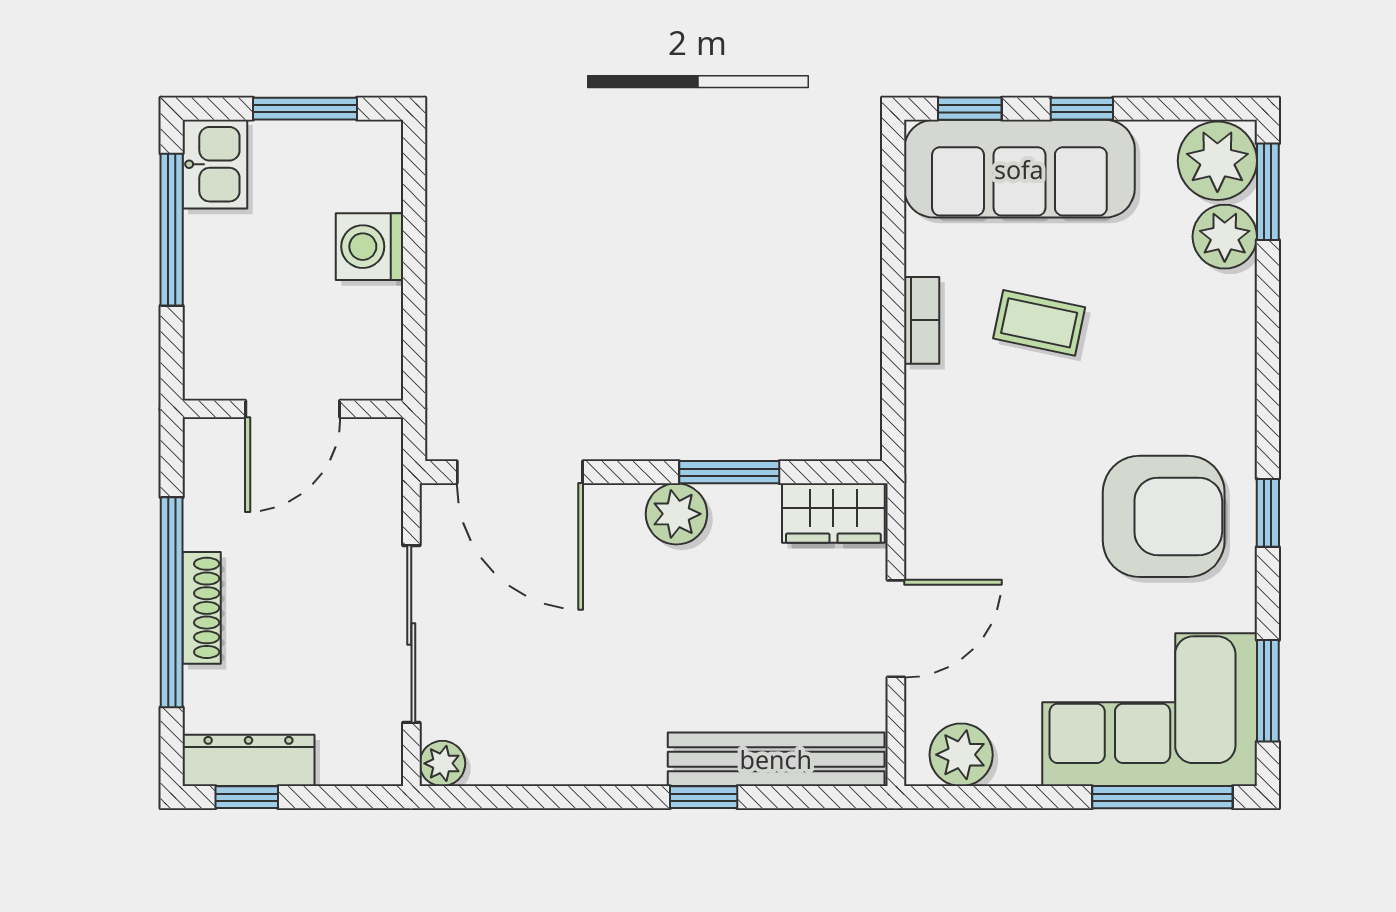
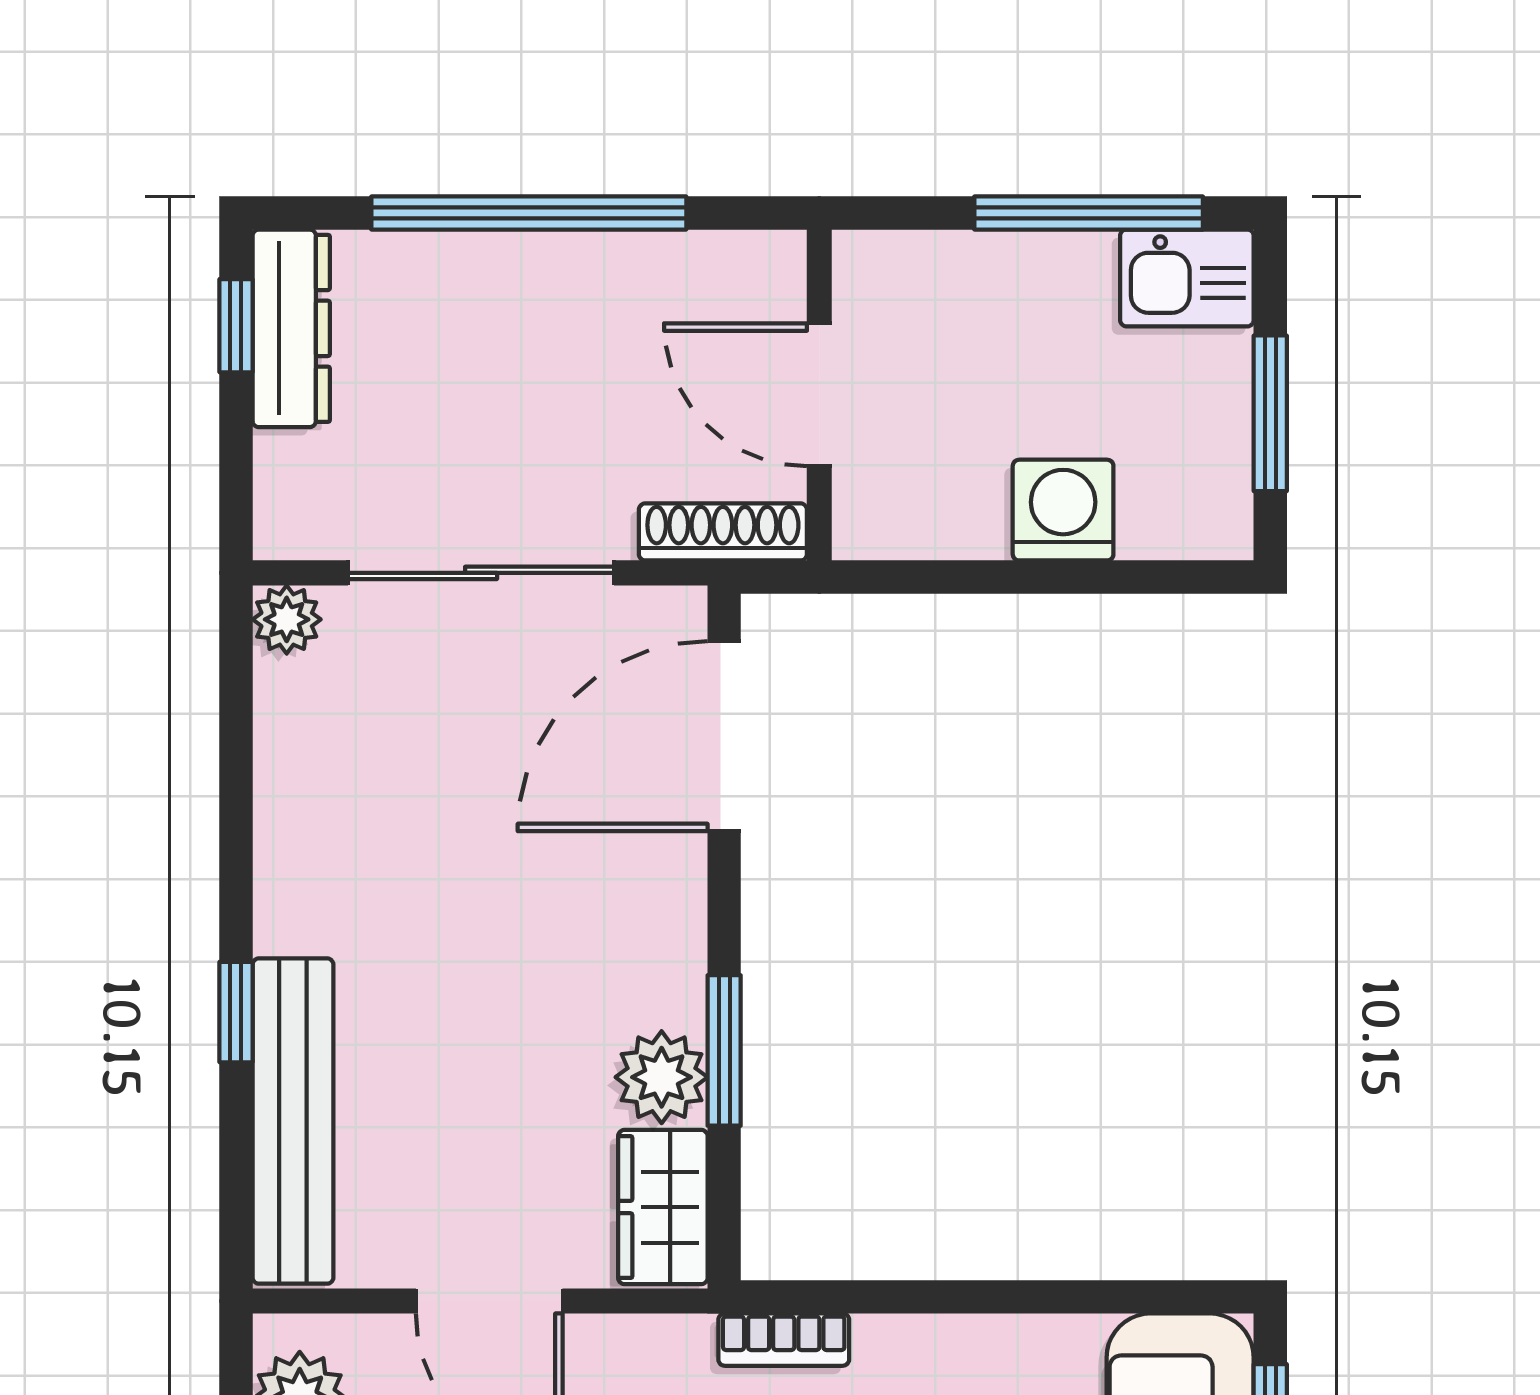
bookcase: (922, 320) -> (784, 1340), moved
plant: (676, 514) -> (662, 1077), moved
shoe rack: (202, 608) -> (723, 532), moved, turned 180

